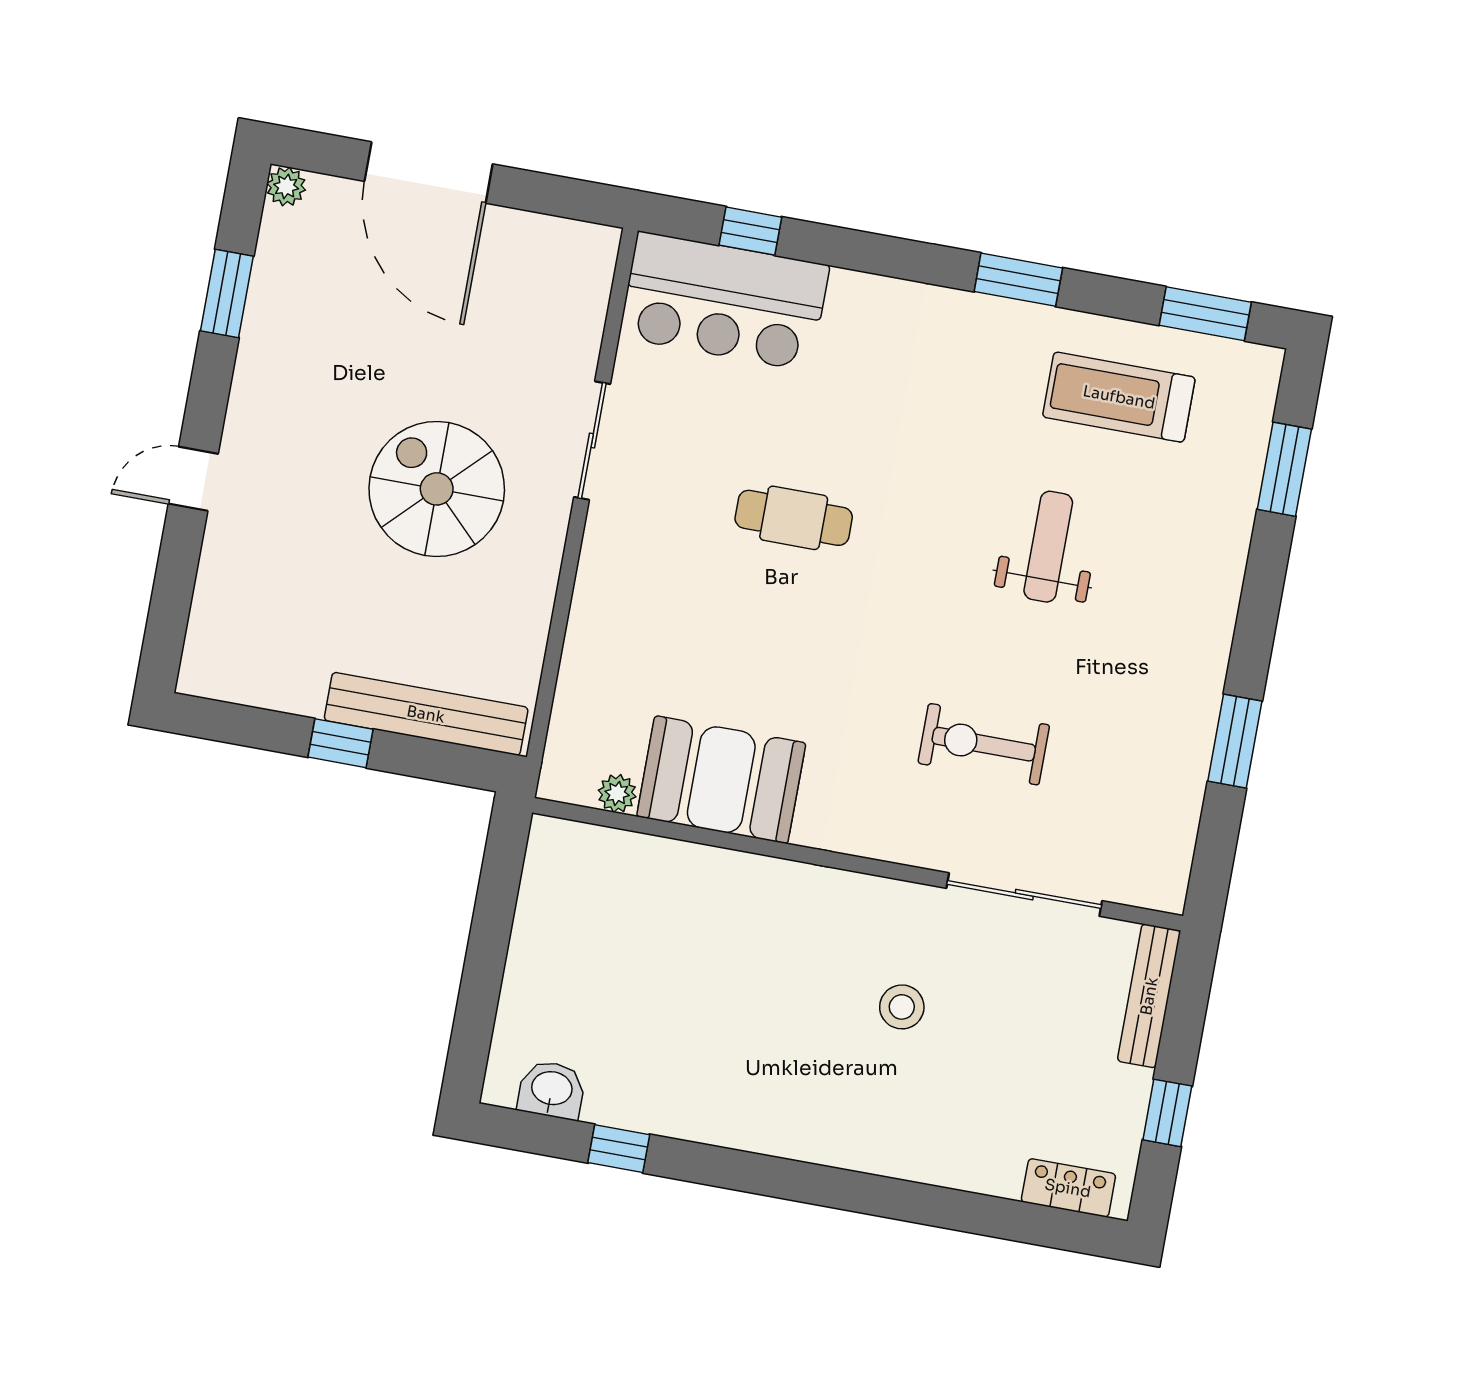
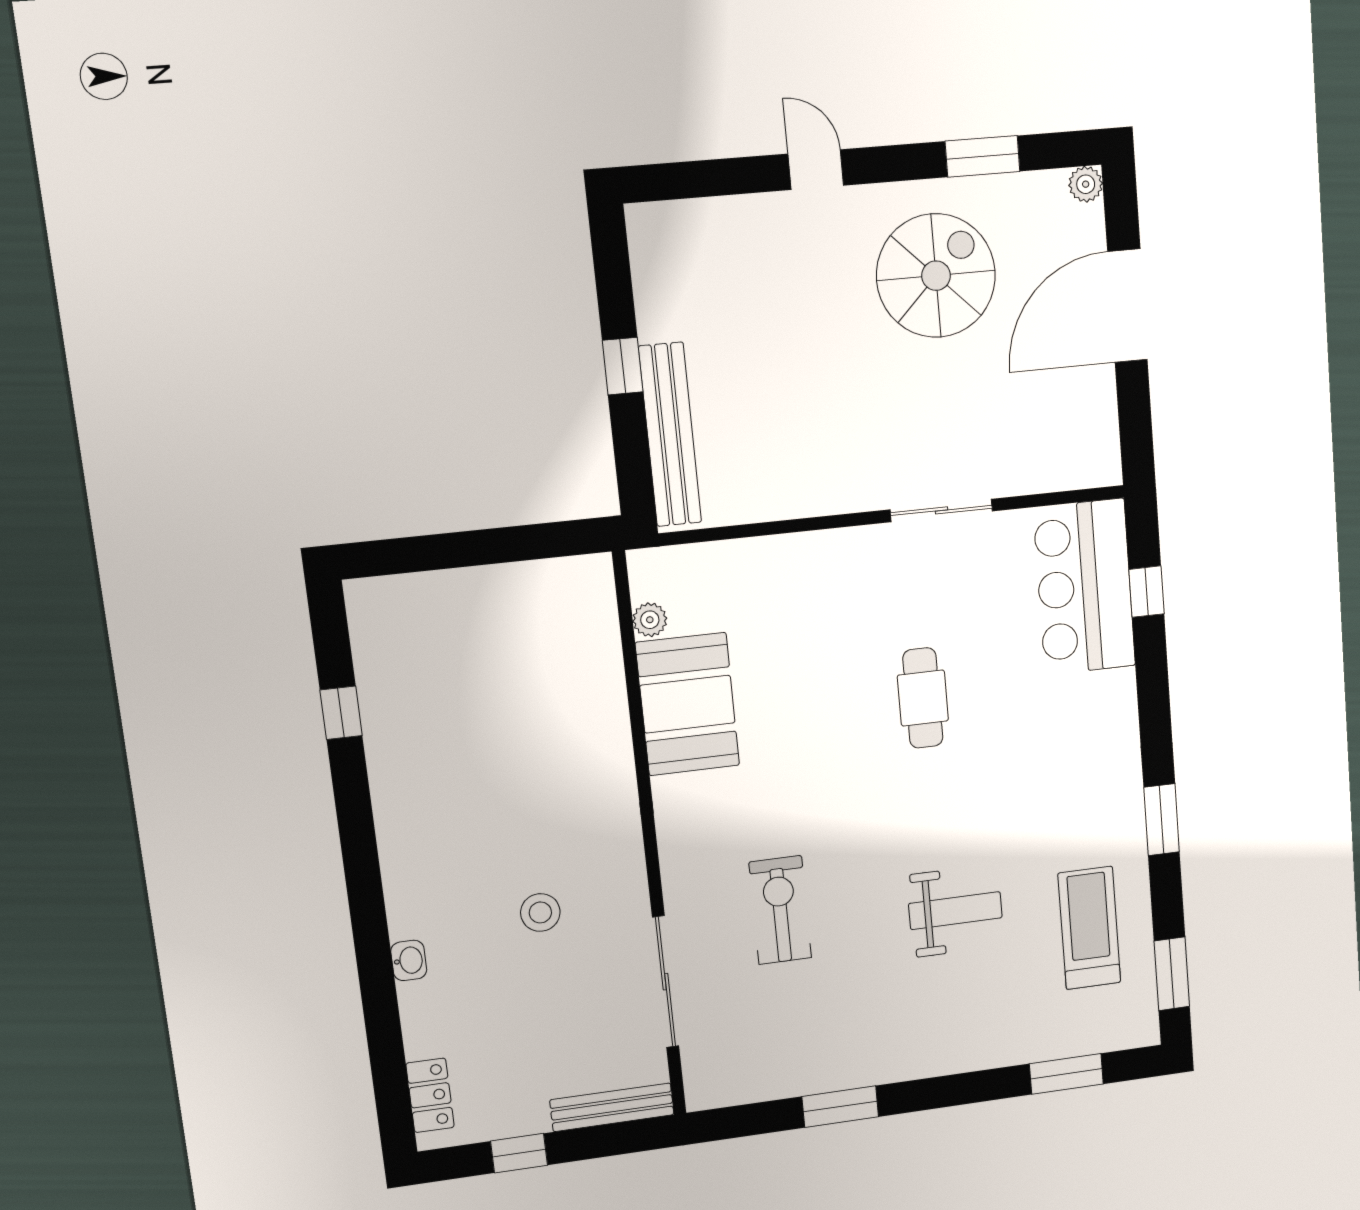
spiral stairs: (437, 489) -> (936, 276), moved
washbasin: (552, 1090) -> (409, 960), moved, width x0.72, depth x0.69

